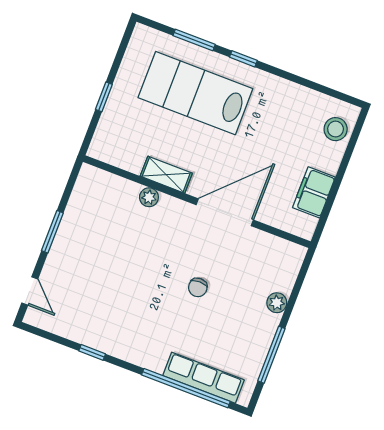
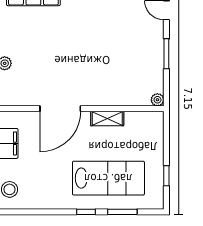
window: (104, 97) -> (166, 176), moved
plant: (149, 197) -> (157, 100), moved
chair: (198, 287) -> (59, 54), removed

